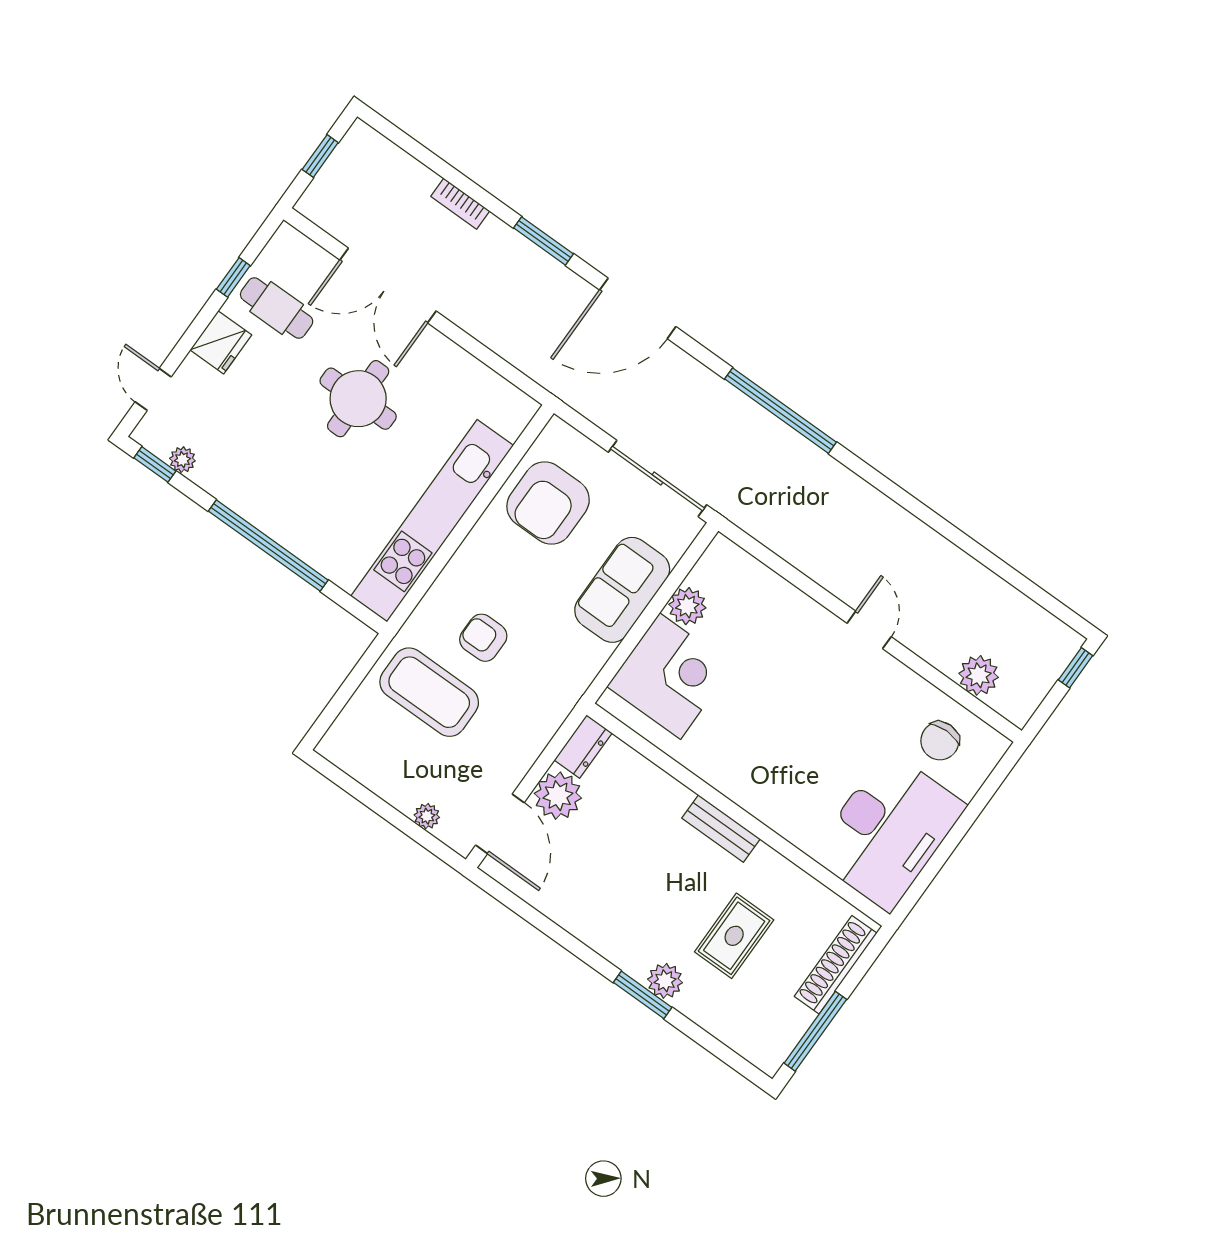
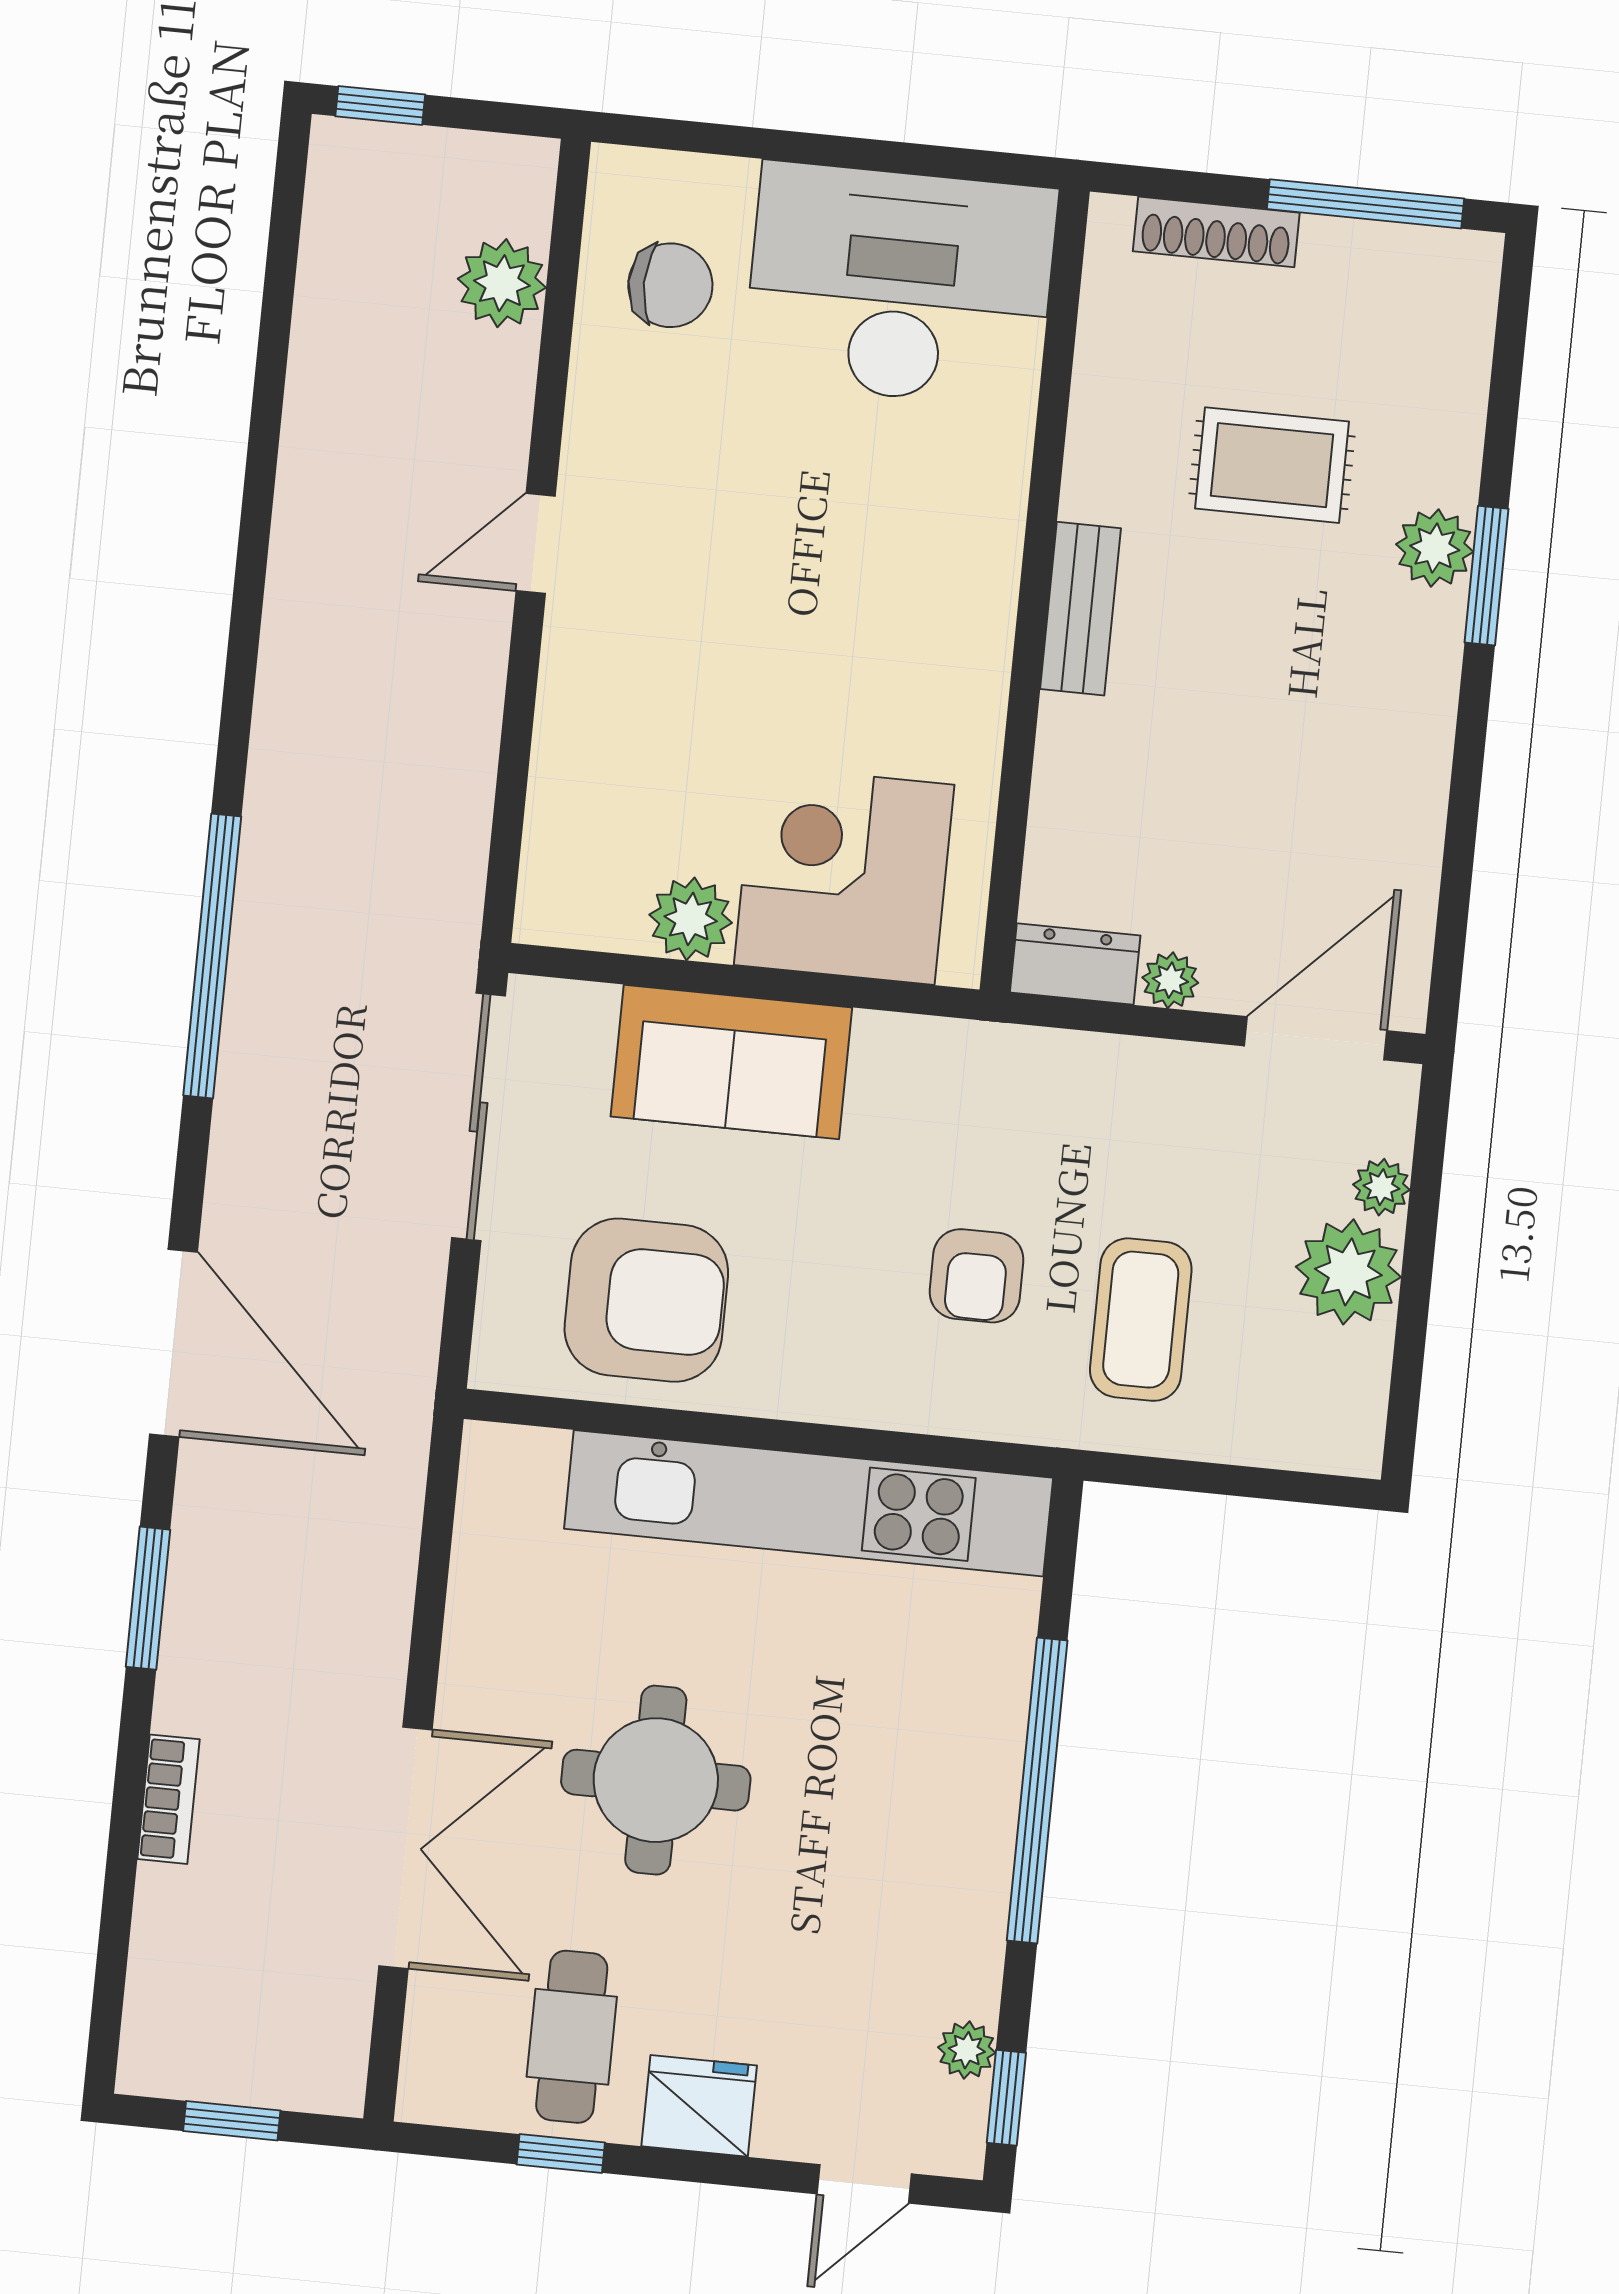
coffee table: (429, 692) -> (1141, 1320), width x0.73, depth x0.76
plant: (401, 784) -> (1348, 1272), added
plant: (558, 796) -> (1170, 980), width x0.53, depth x0.53
shoe rack: (836, 965) -> (1216, 232), width x0.74, depth x0.81

